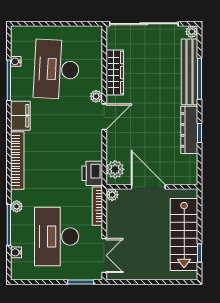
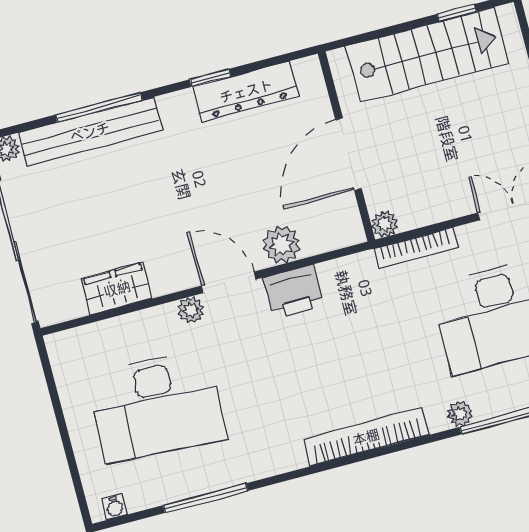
water cooler: (16, 61) -> (115, 507), moved
wardrobe: (115, 73) -> (117, 289), width x0.67
filing cabinet: (20, 116) -> (272, 455), removed
dresser: (189, 130) -> (246, 91), moved
plant: (115, 169) -> (281, 245), moved
printer: (92, 173) -> (294, 292), moved

